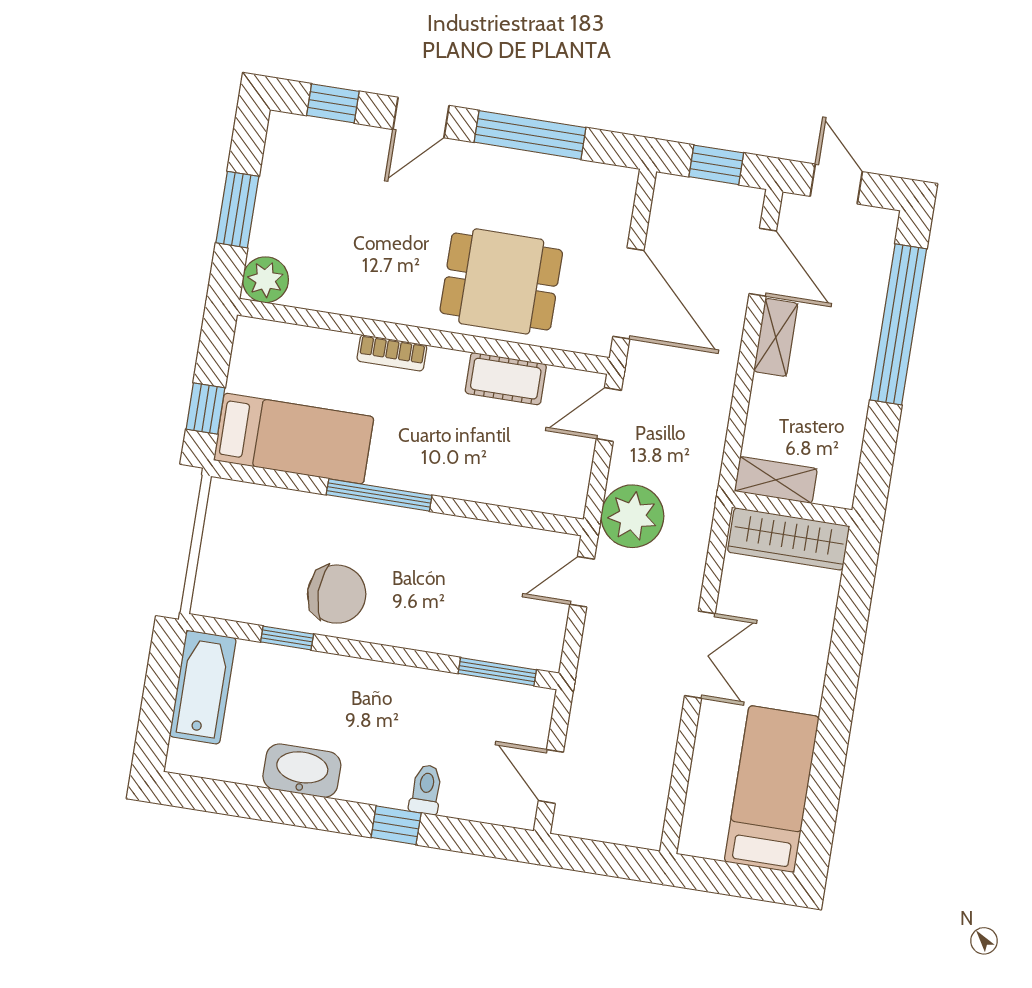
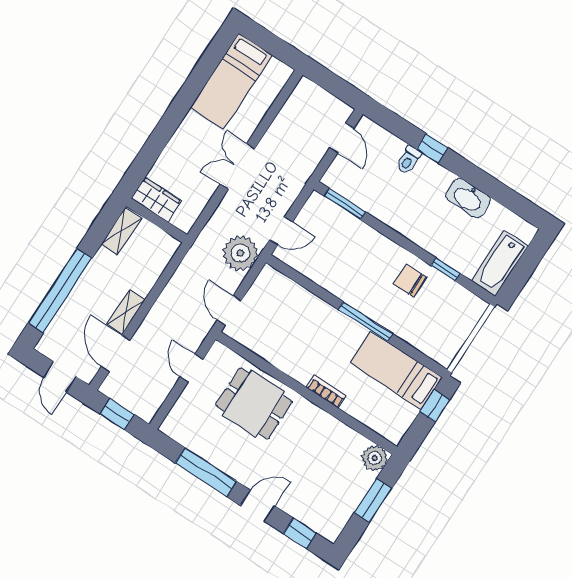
door: (628, 293) -> (192, 368), width x0.53
cot: (506, 379) -> (274, 353), removed
door: (609, 415) -> (229, 311), swing flipped
shelving: (776, 480) -> (121, 231), moved, turned 90
wardrobe: (789, 539) -> (156, 200), width x0.67
chair: (337, 594) -> (410, 281), width x0.73, depth x0.73

